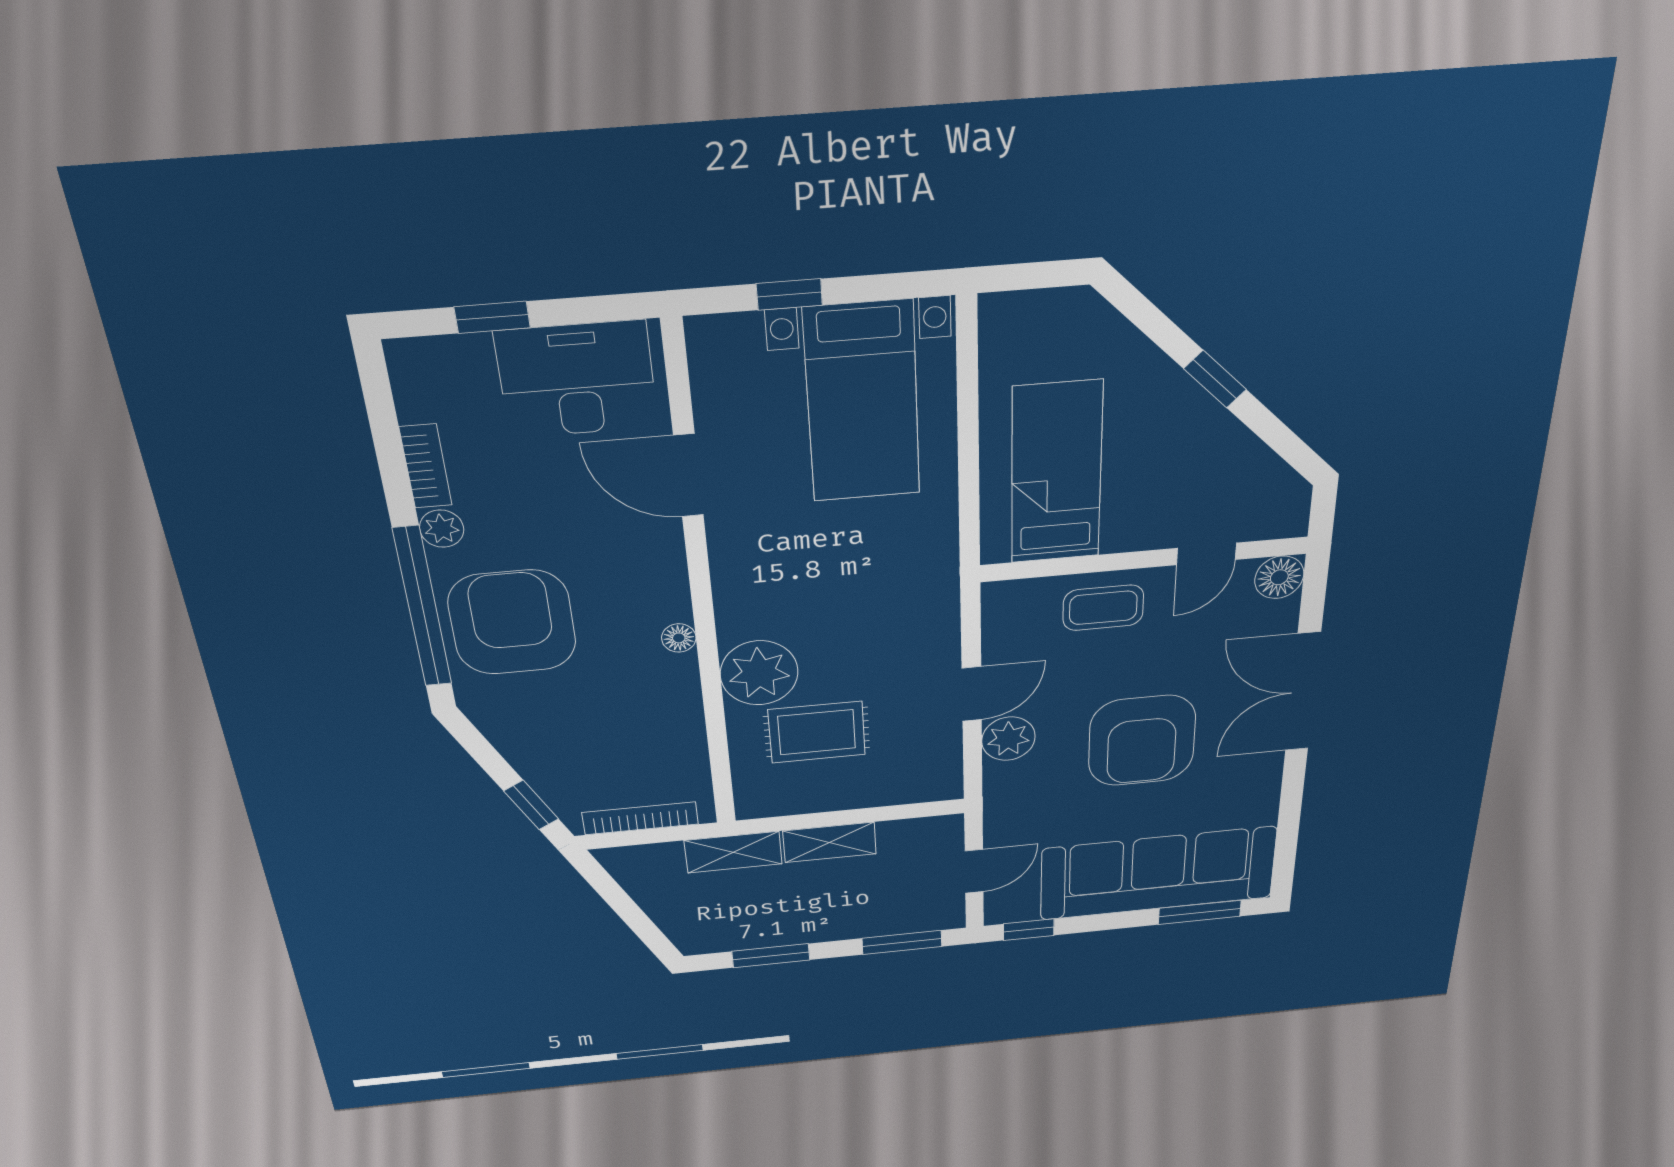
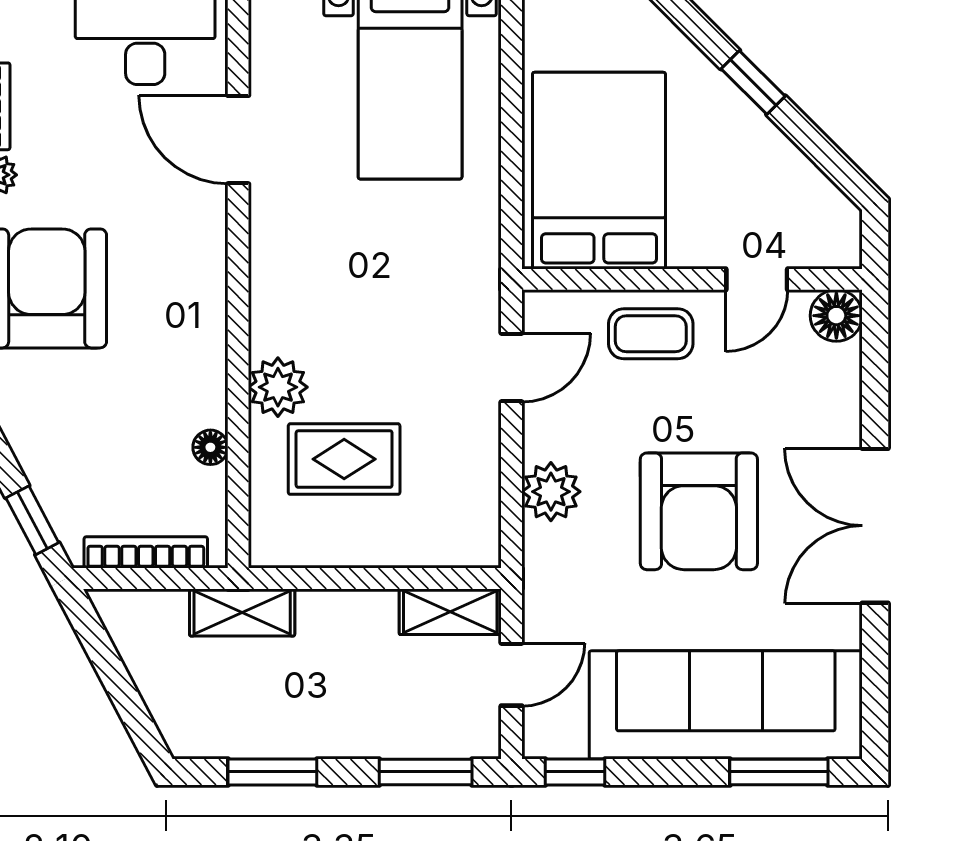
bed: (1056, 473) -> (599, 171), width x1.50
floor lamp: (679, 638) -> (210, 447), moved
plant: (759, 673) -> (278, 387), width x0.73, depth x0.73
double door: (1303, 692) -> (875, 526), moved
door: (972, 694) -> (511, 368), moved
shelving: (830, 842) -> (450, 612), moved

